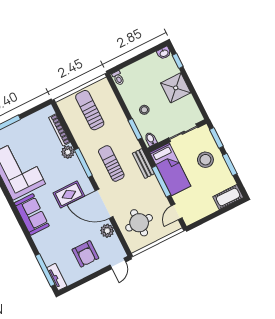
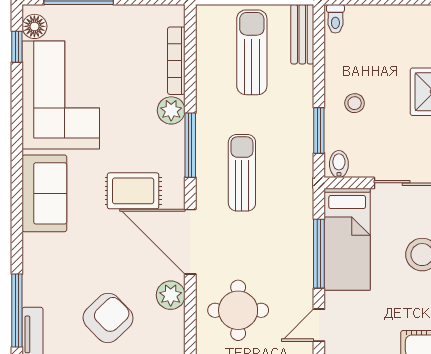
bench: (143, 163) -> (302, 34), moved
armchair: (85, 254) -> (108, 318), turned -134

